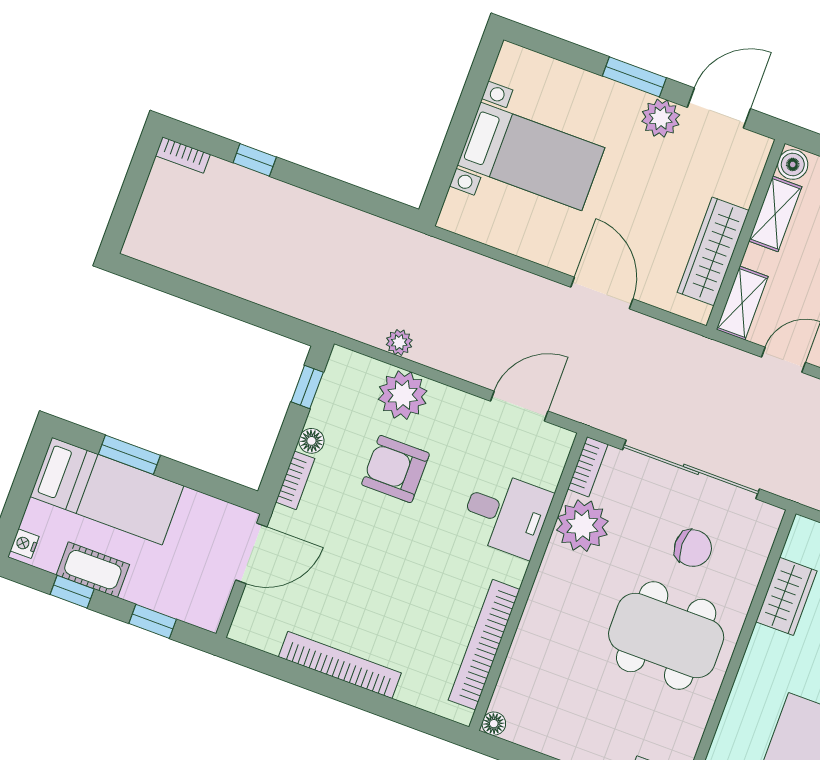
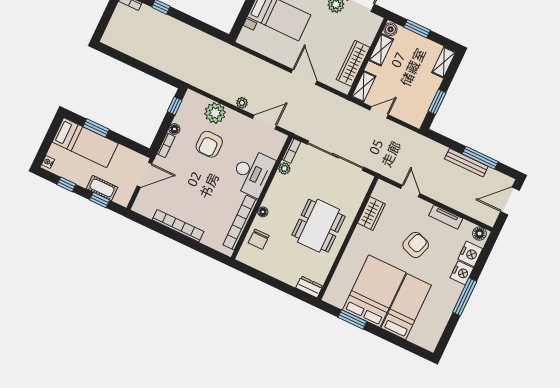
plant: (399, 342) -> (242, 103), moved
armchair: (395, 469) -> (209, 144), turned -90
desk: (506, 514) -> (252, 173), width x1.37
plant: (582, 526) -> (284, 169), width x0.53, depth x0.53
chair: (693, 548) -> (259, 239), moved, turned 90
cot: (93, 570) -> (102, 188), moved
dining table: (666, 636) -> (318, 226), turned 90
floor lamp: (494, 724) -> (263, 212), moved

